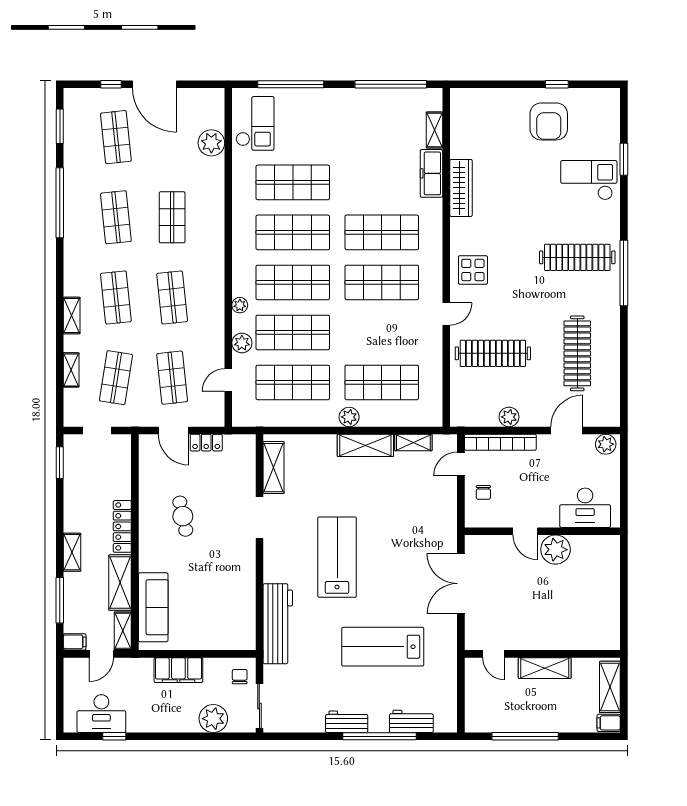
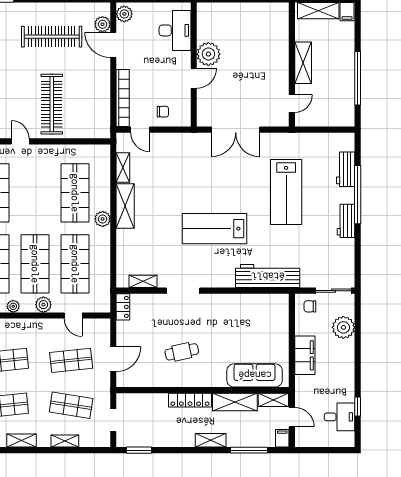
plant: (509, 417) -> (102, 24), moved
locker: (206, 443) -> (123, 307), moved
shelving: (274, 468) -> (143, 281), width x0.67, depth x0.75
desk: (101, 714) -> (340, 417), width x0.73

